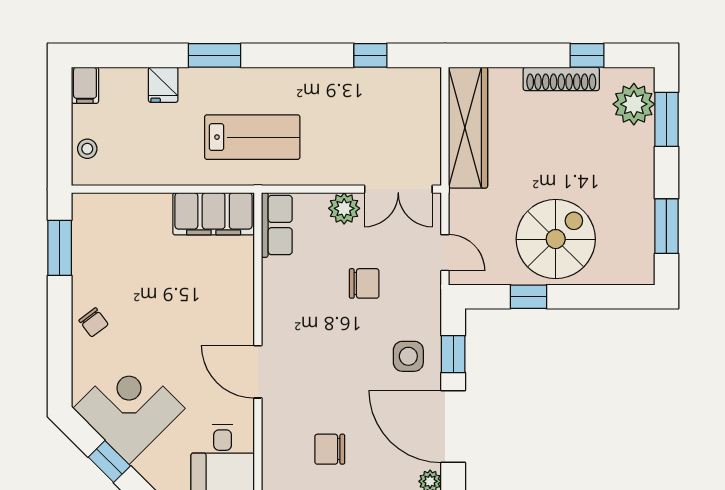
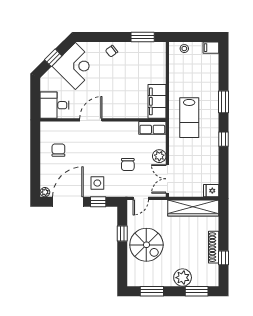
window: (370, 55) -> (223, 139), moved
fridge: (163, 85) -> (211, 191), moved
plant: (634, 104) -> (183, 278), moved

